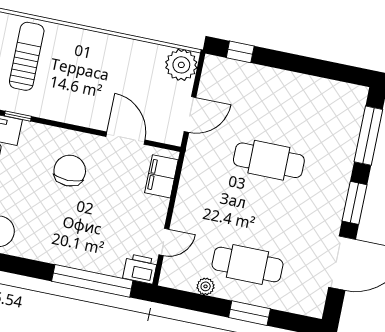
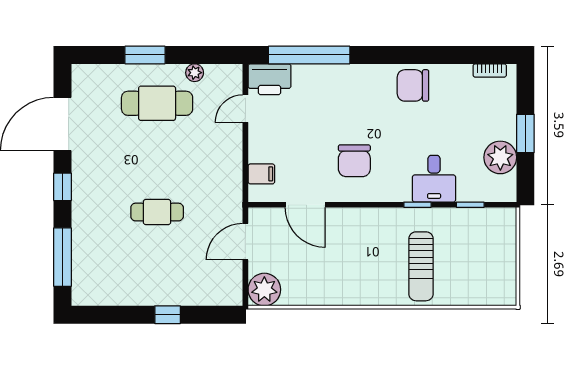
window: (240, 52) -> (168, 315), moved
cafe table: (269, 160) -> (157, 212), width x0.73, depth x0.74
filing cabinet: (161, 176) -> (261, 174), width x0.50
window: (355, 203) -> (63, 187), width x0.67
printer: (140, 269) -> (269, 79), width x1.37, depth x1.19

